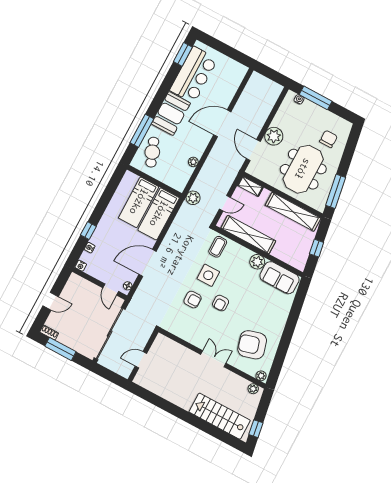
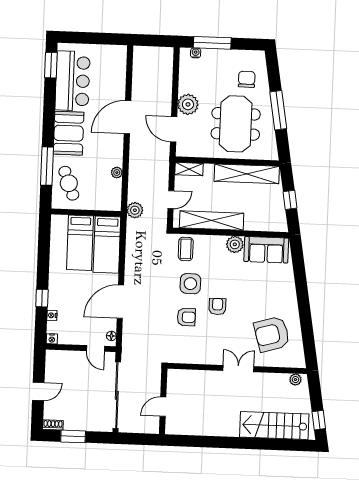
window: (336, 191) -> (278, 110), moved
armchair: (221, 303) -> (217, 306), turned 180
window: (60, 349) -> (73, 436), width x0.69
plant: (261, 376) -> (297, 362), removed

